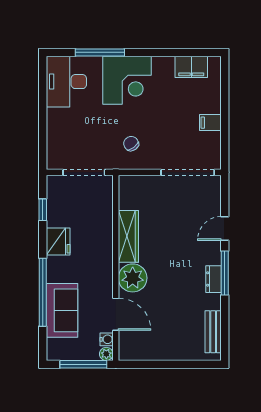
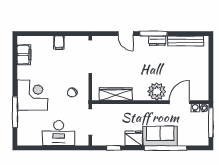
desk: (66, 82) -> (59, 133), moved
wardrobe: (128, 236) -> (116, 94), moved
sofa: (62, 310) -> (160, 136), moved
bench: (213, 332) -> (186, 41), width x1.36

